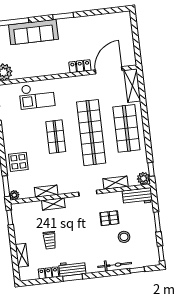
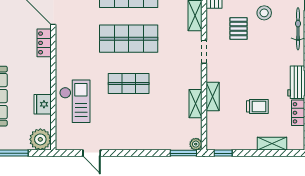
fridge: (32, 71) -> (43, 104), added
shop shelf: (91, 133) -> (129, 39), width x0.71
display table: (18, 162) -> (155, 134), removed

